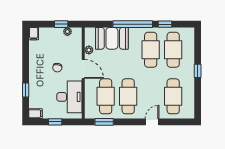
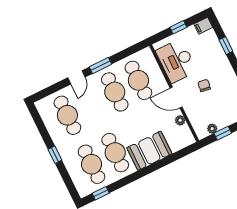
window: (133, 24) -> (147, 170), removed
window: (165, 24) -> (101, 193), moved
booth: (112, 38) -> (149, 151), moved
window: (104, 122) -> (100, 66), moved

